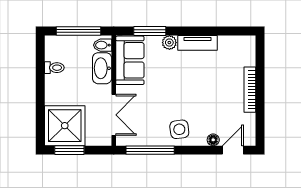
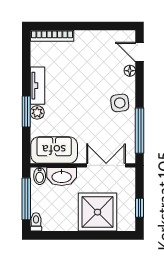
window: (150, 31) -> (26, 112), moved
toilet: (54, 68) -> (36, 222), moved
bookcase: (250, 90) -> (52, 36), moved
shower: (65, 126) -> (98, 212), moved
window: (69, 150) -> (140, 208), width x0.67

